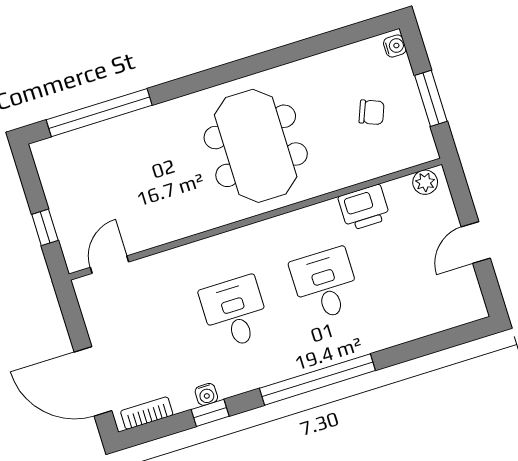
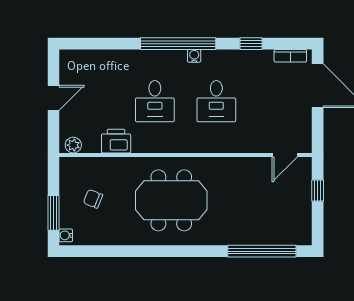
window: (431, 98) -> (54, 213), moved
meeting table: (256, 146) -> (171, 200), turned 90
water cooler: (206, 394) -> (194, 56), moved

